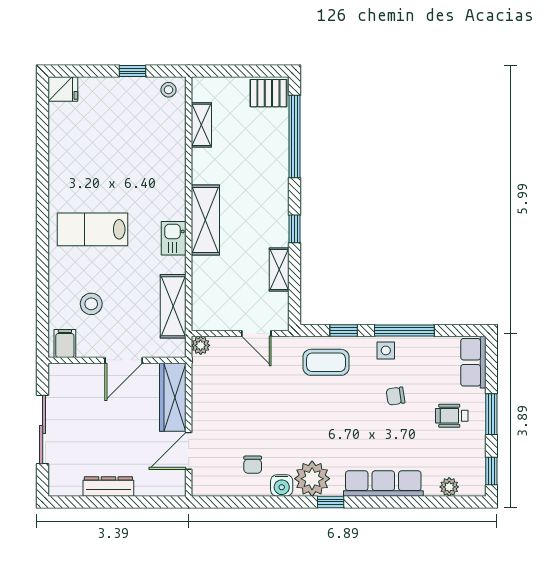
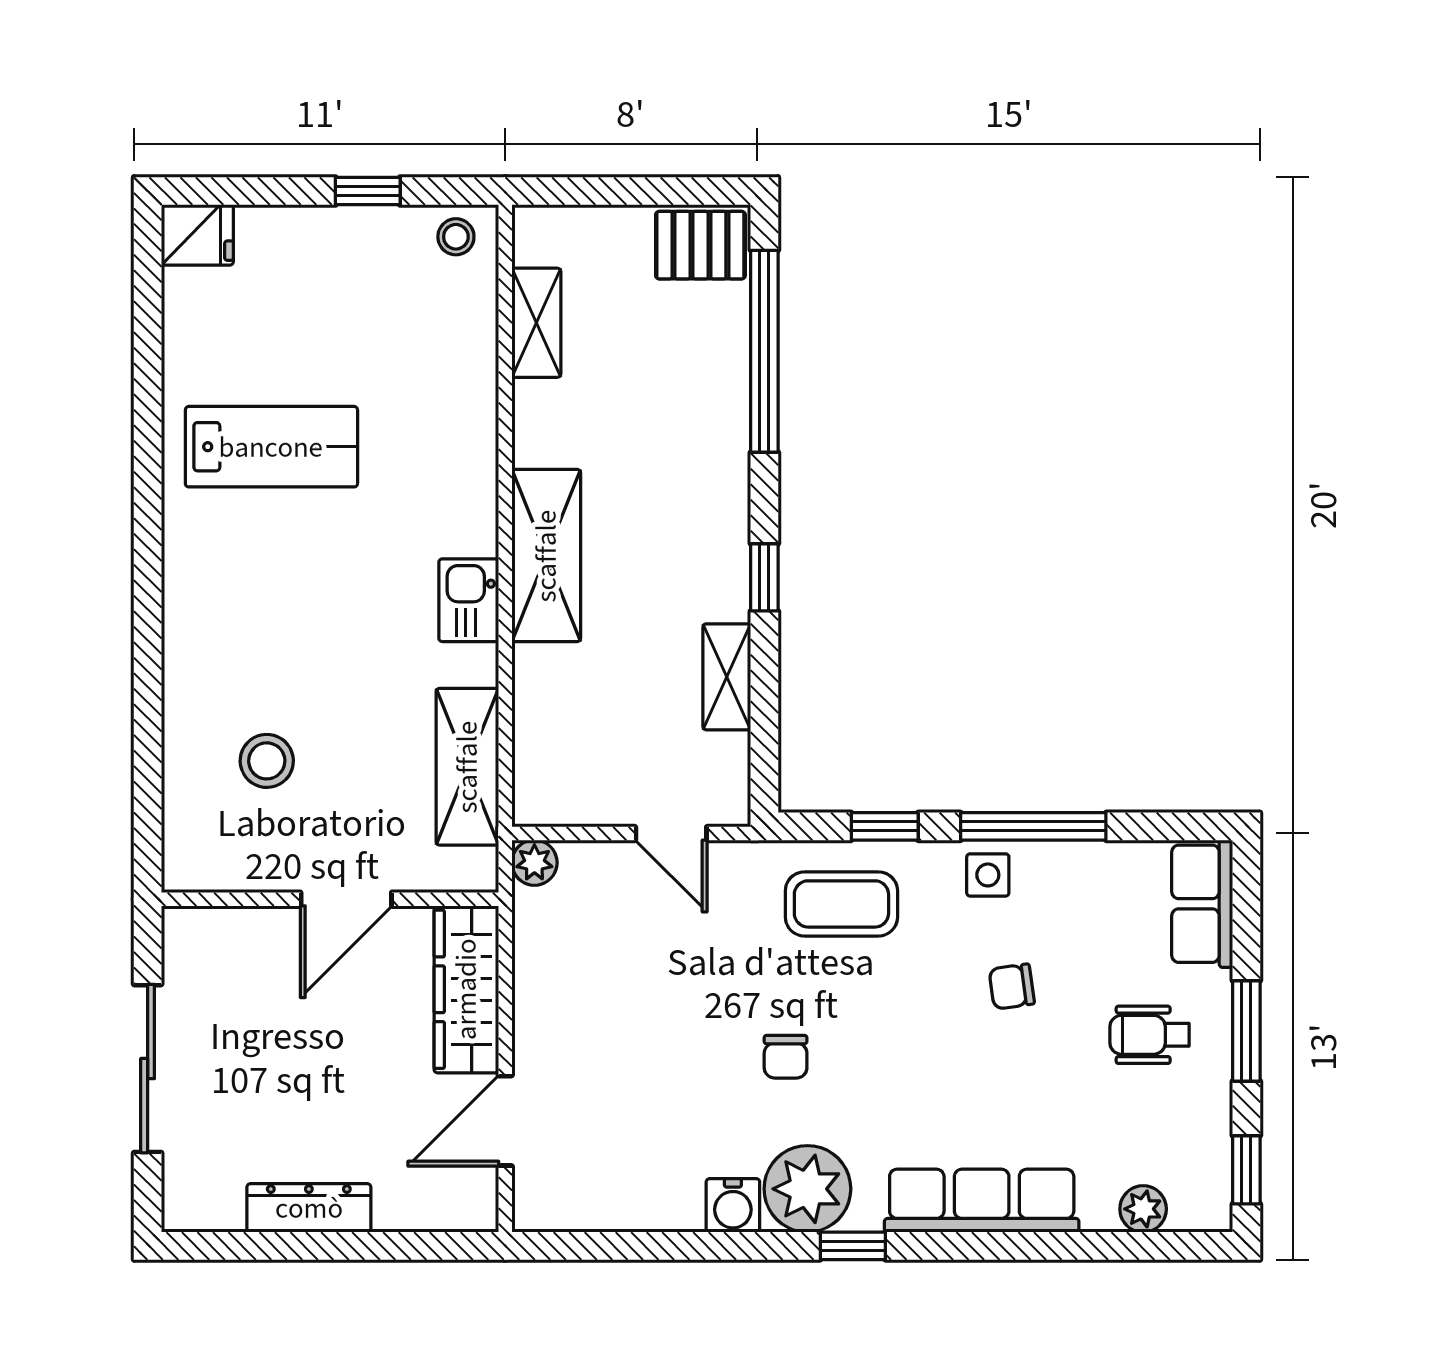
lab bench: (92, 229) -> (271, 447), moved, turned 180
filing cabinet: (65, 343) -> (202, 858), removed
chair: (253, 465) -> (786, 1057), moved

